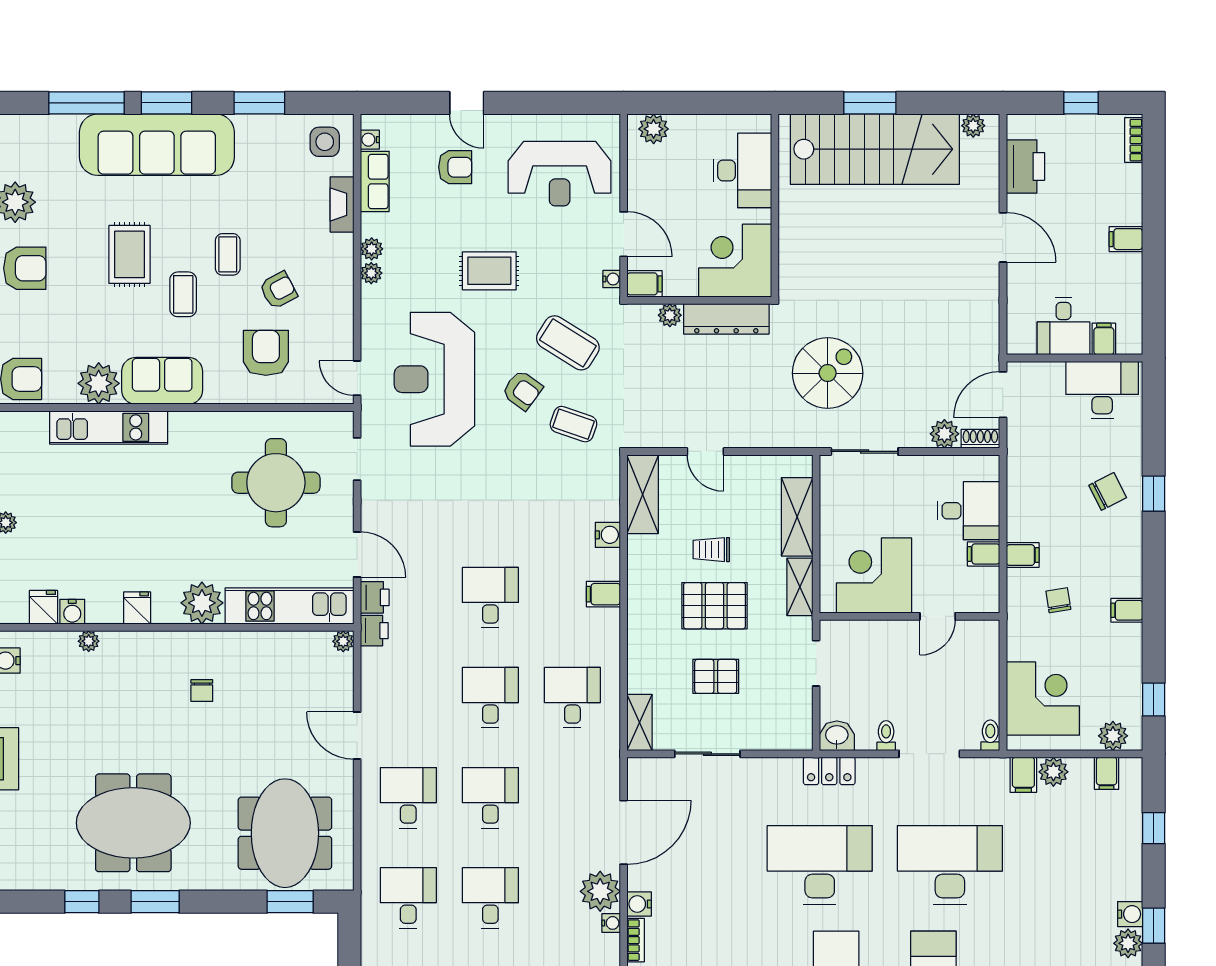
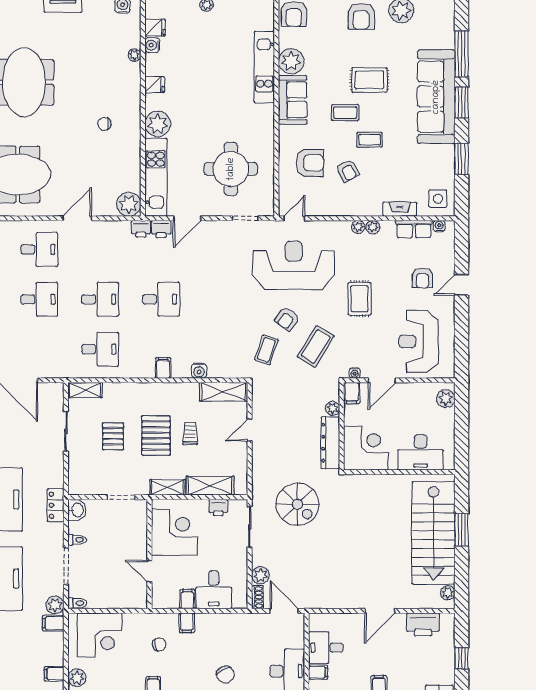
printer: (833, 503) -> (218, 508), added
plant: (343, 641) -> (129, 204), width x1.88, depth x1.88
plant: (1053, 772) -> (55, 605), moved

